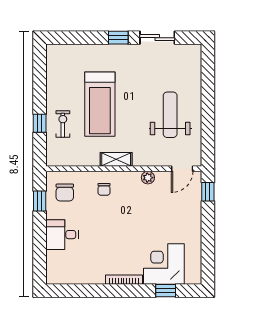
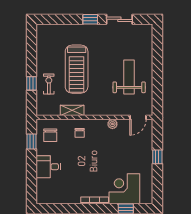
shelving: (116, 159) -> (72, 110), moved
window: (208, 192) -> (157, 157), moved

